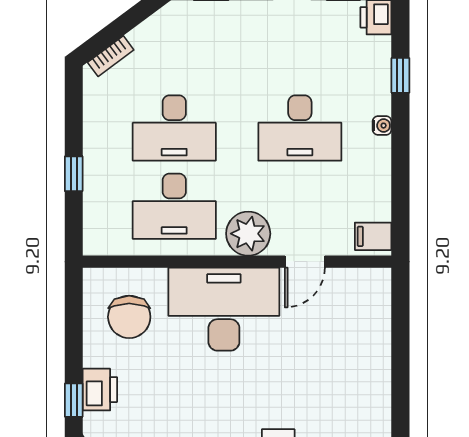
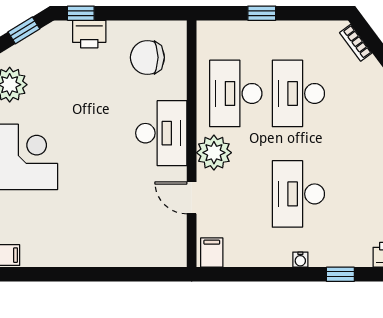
desk: (224, 309) -> (161, 133), width x0.73, depth x0.77

